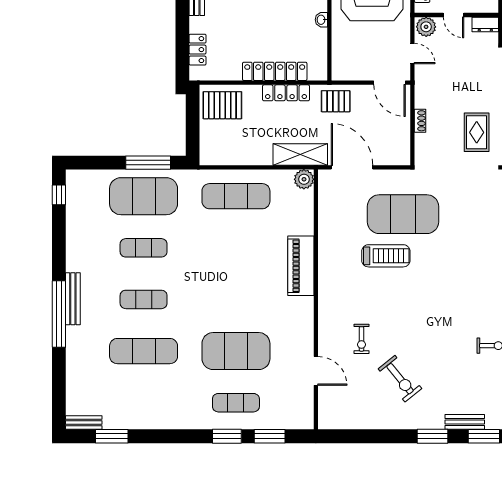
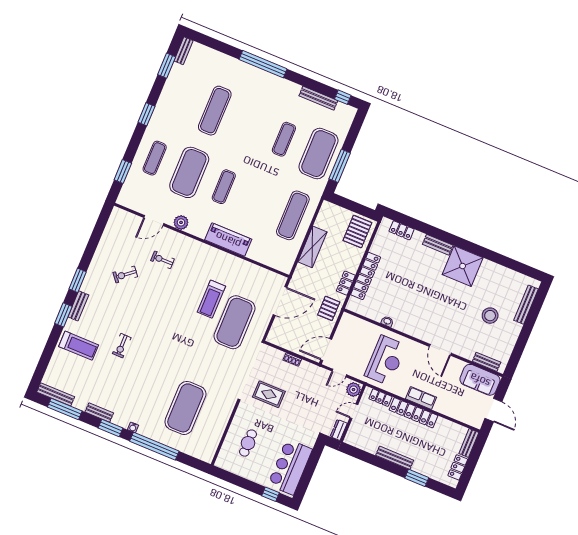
locker: (286, 93) -> (346, 283), width x0.66
shelving: (300, 155) -> (312, 247), moved
plant: (304, 179) -> (181, 222), moved
bench: (73, 299) -> (318, 98), moved
exercise mat: (144, 299) -> (224, 187), moved
exercise bike: (400, 379) -> (125, 275), width x0.73, depth x0.72
window: (227, 436) -> (146, 114), moved

